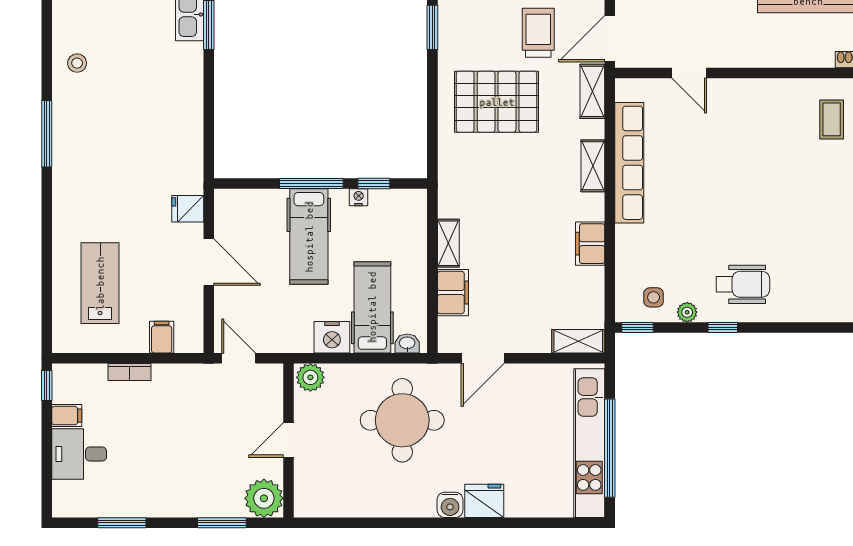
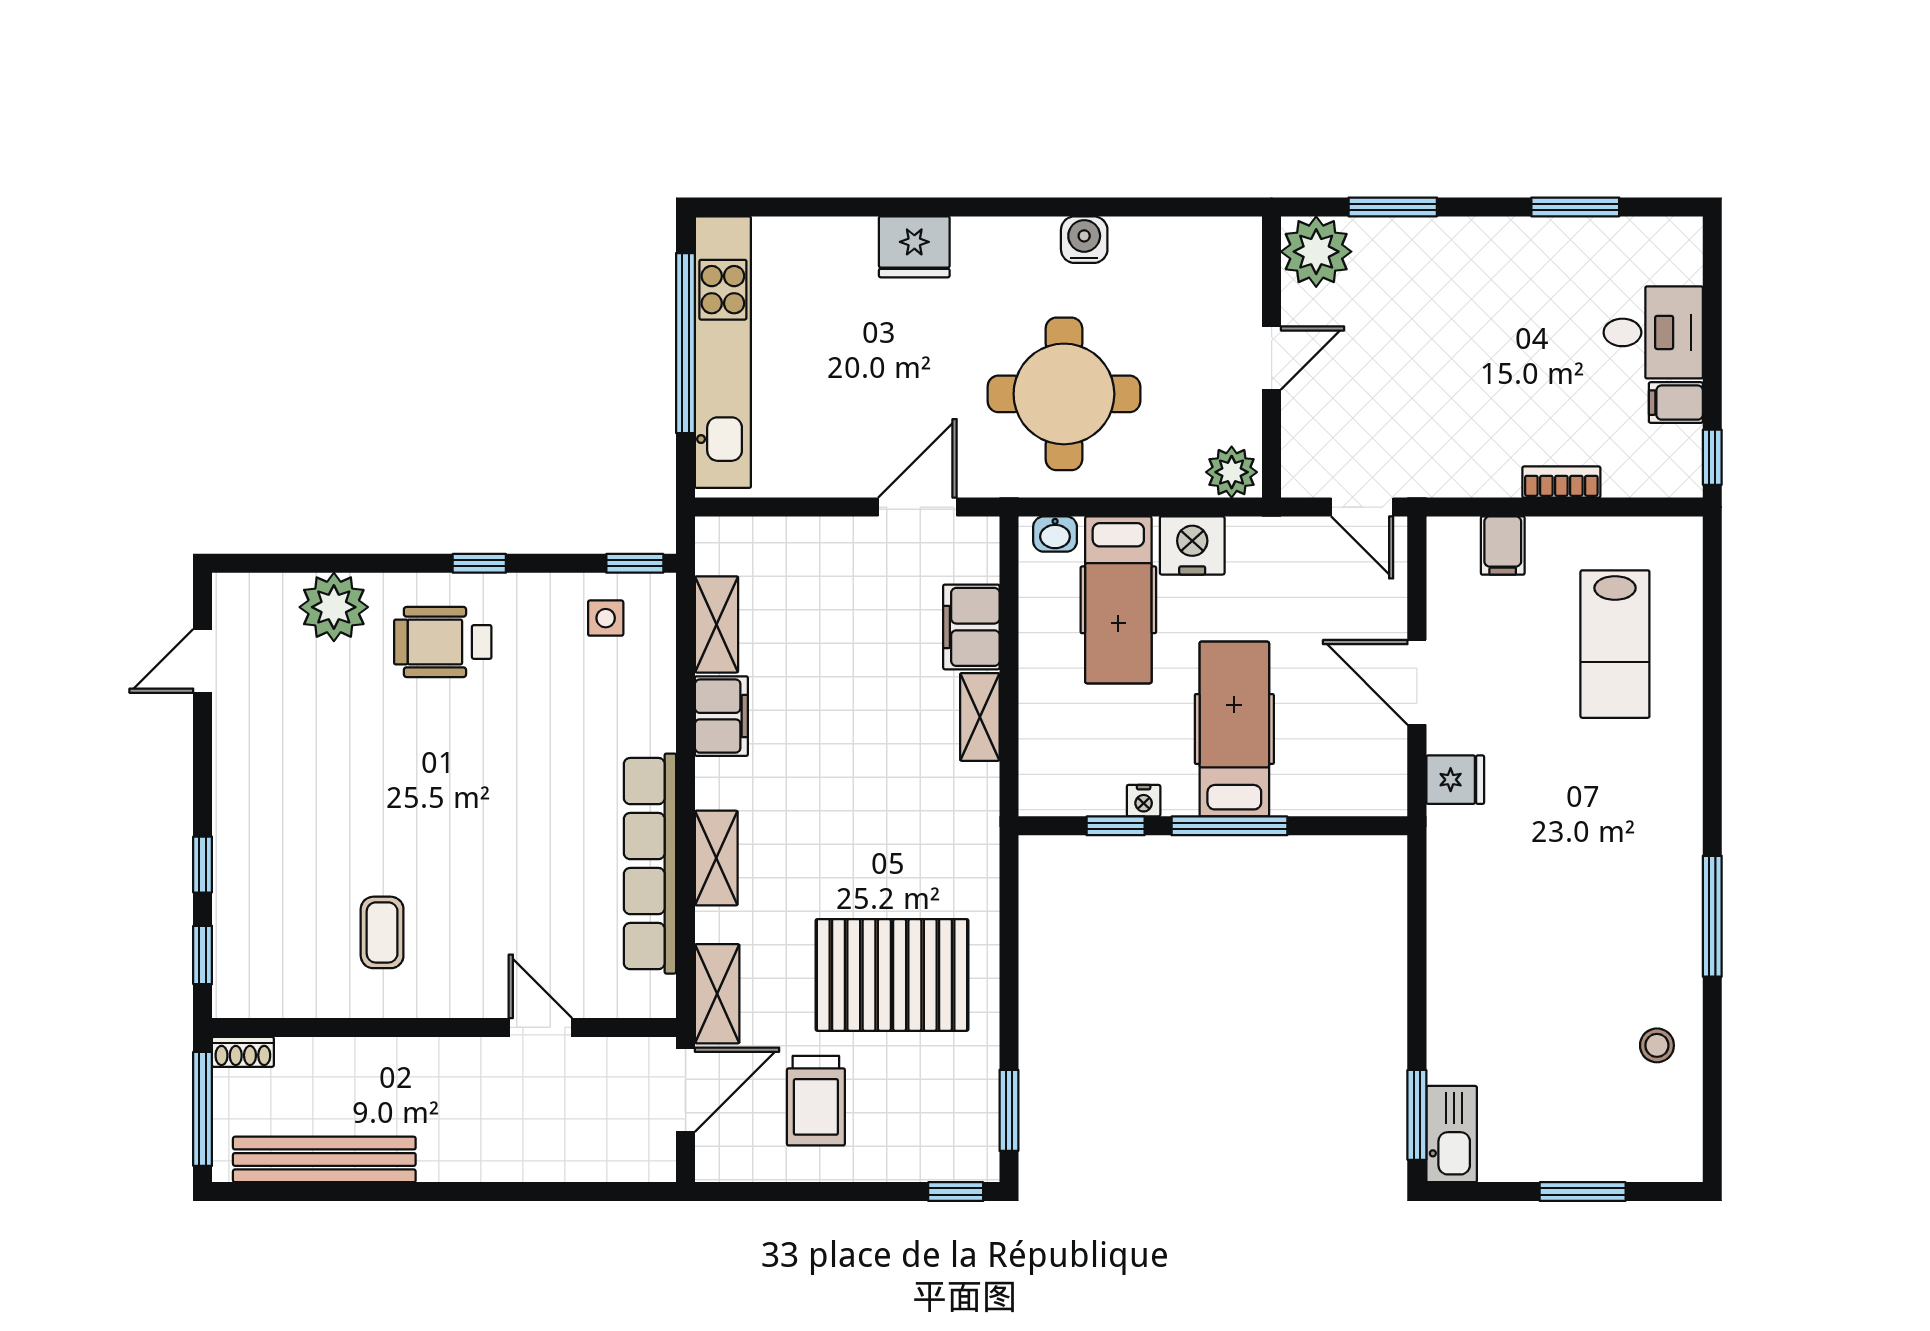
coffee table: (832, 119) -> (382, 932), moved
plant: (687, 312) -> (334, 607), moved, width x1.88, depth x1.88
shelving: (578, 341) -> (716, 624), moved, turned 90
water cooler: (450, 505) -> (1084, 240), moved

